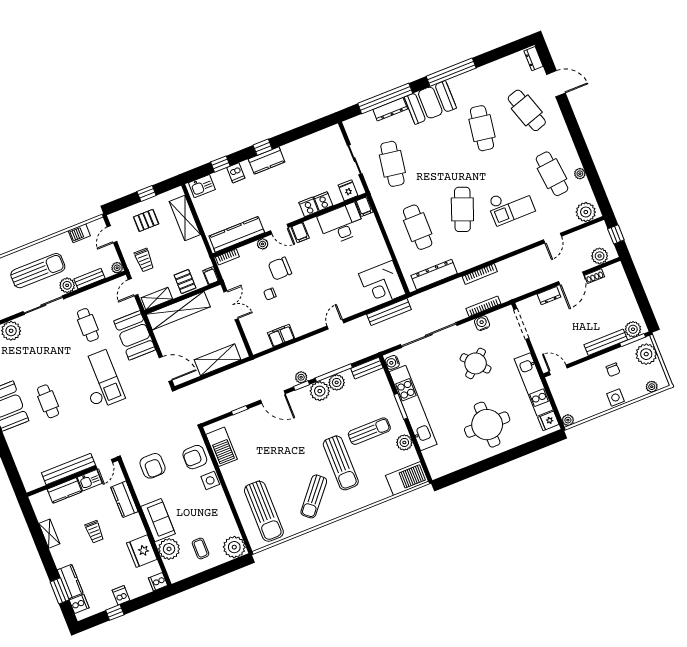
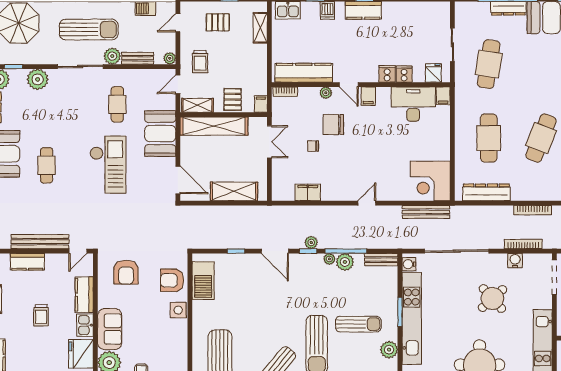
shelving: (185, 218) -> (260, 28), width x0.67, depth x0.75
plant: (320, 391) -> (329, 259), width x0.53, depth x0.53
kitchen sink: (90, 480) -> (85, 325), moved, turned 90

